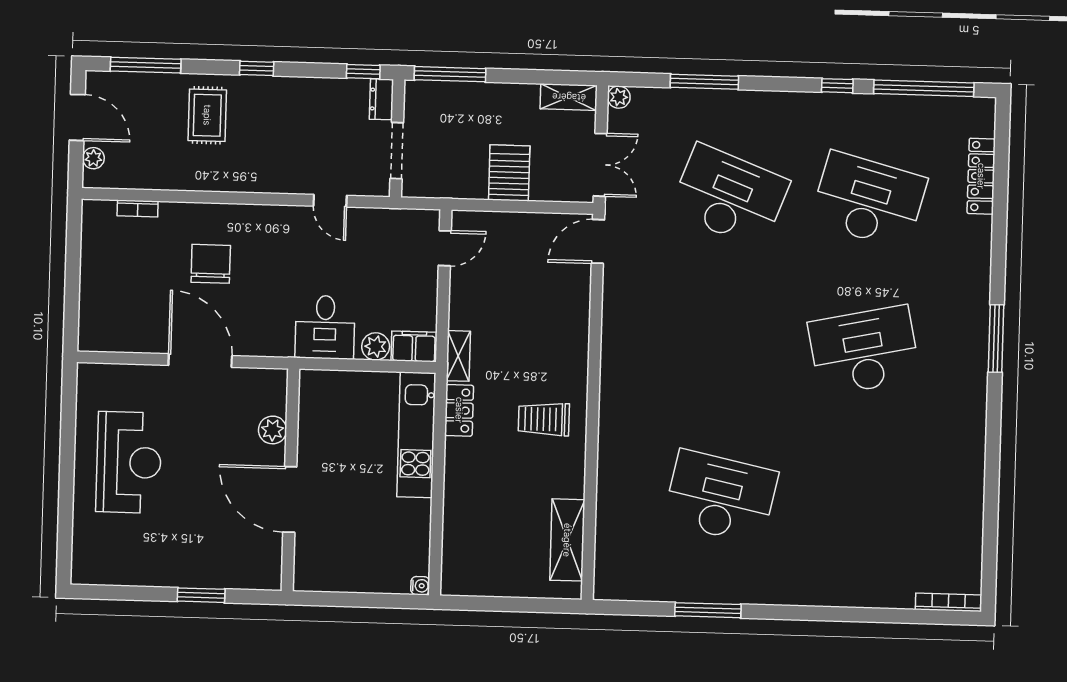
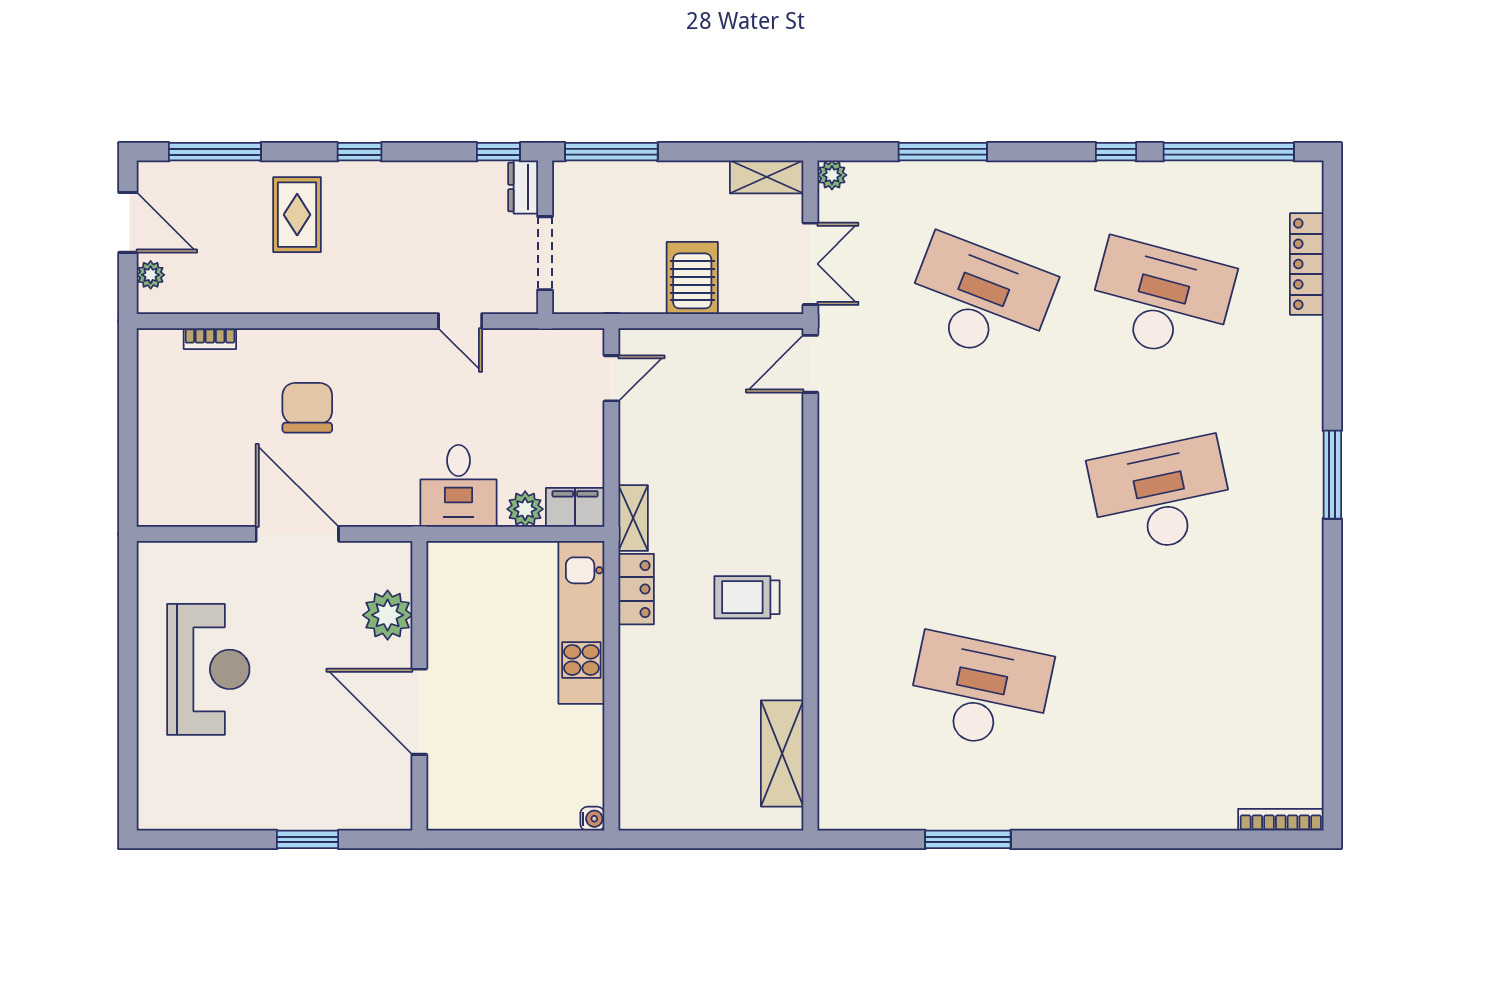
plant: (273, 430) -> (388, 615), width x1.36, depth x1.36

